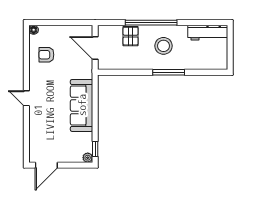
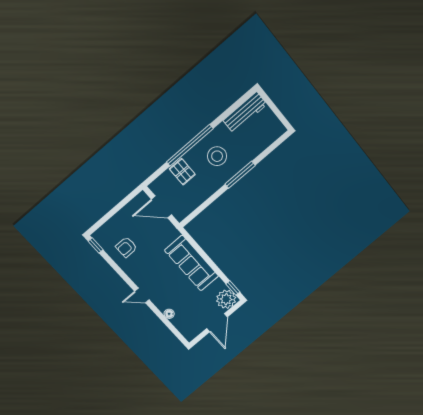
floor lamp: (34, 30) -> (169, 314), moved
window: (26, 35) -> (96, 245), added
plant: (88, 158) -> (226, 299), width x1.88, depth x1.88
door: (46, 165) -> (217, 323), moved

